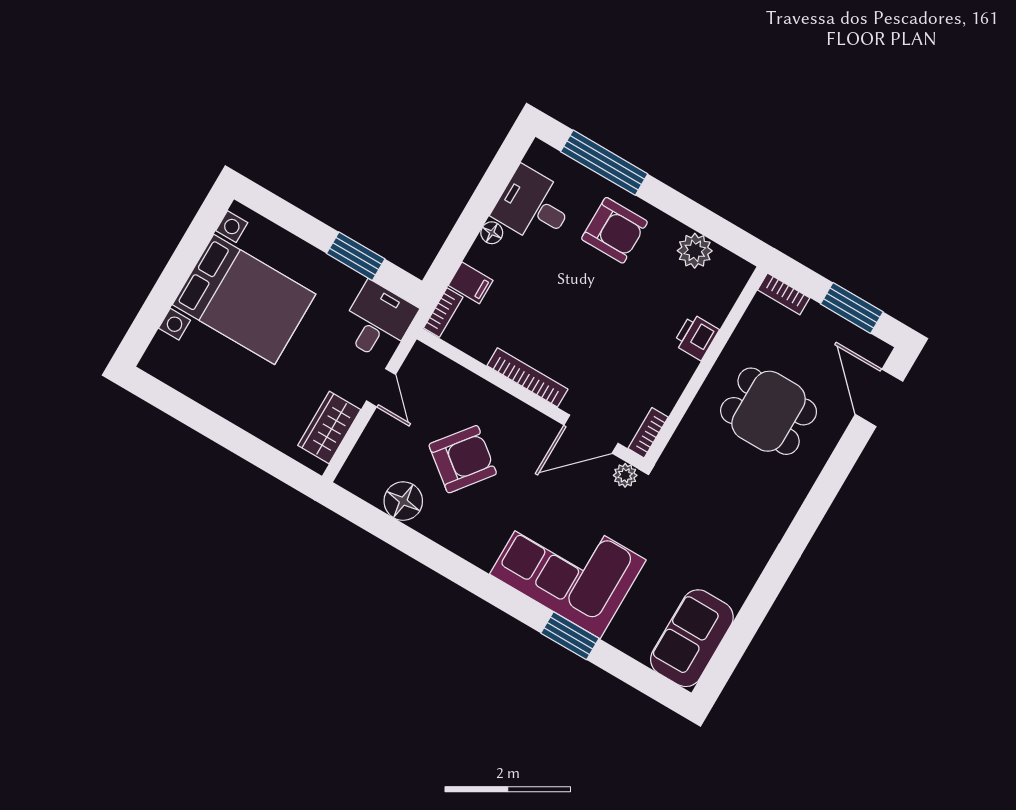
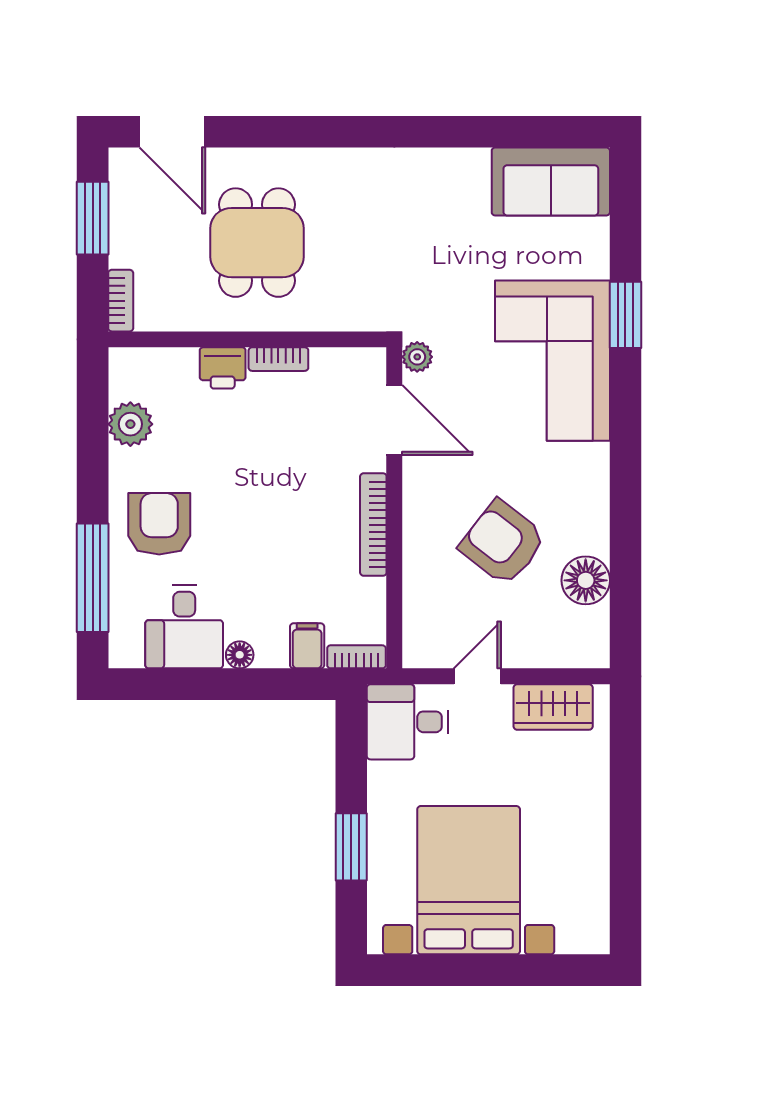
window: (356, 256) -> (351, 847), moved
door: (879, 398) -> (172, 132), hinge flipped
bookcase: (648, 433) -> (278, 359), moved

